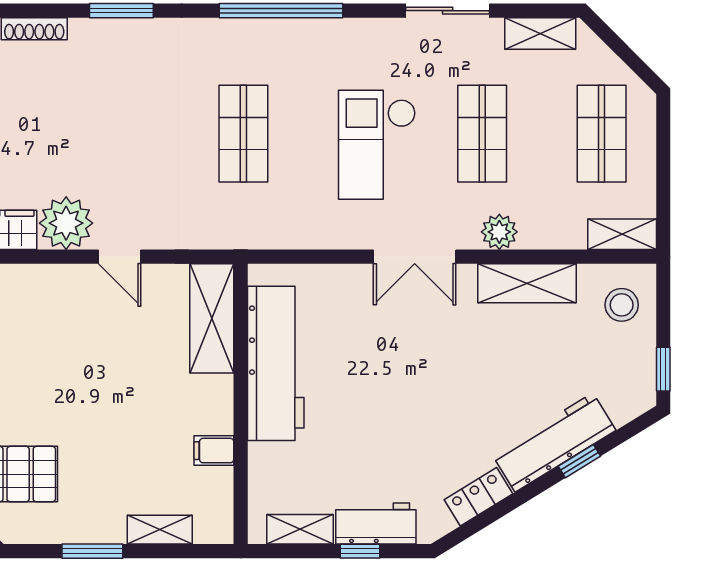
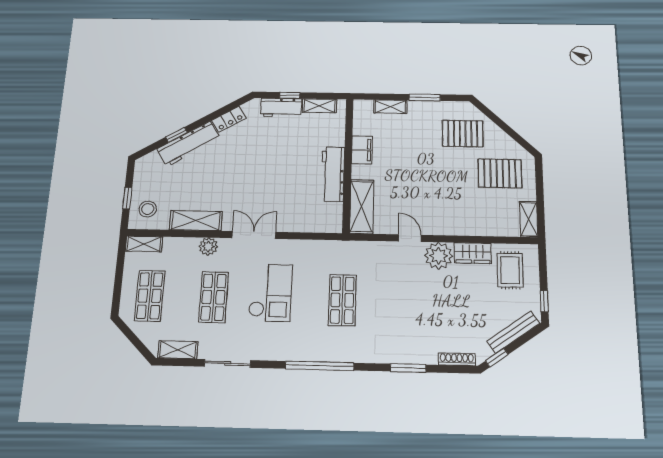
workbench: (276, 363) -> (333, 174), width x0.73, depth x0.76
window: (663, 369) -> (127, 198), moved
filing cabinet: (214, 451) -> (362, 150), width x2.00

